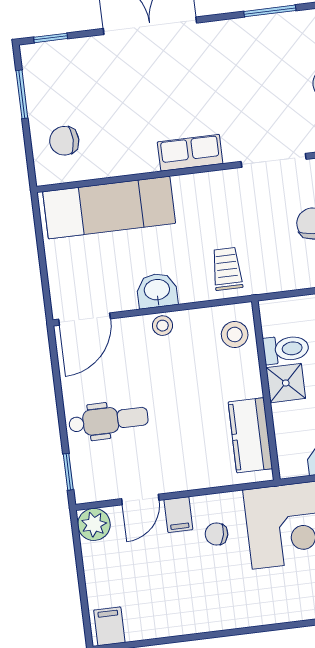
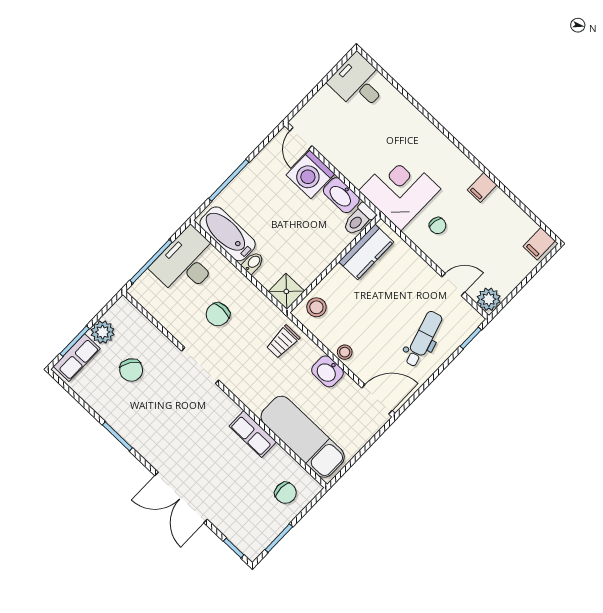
row of seats: (190, 153) -> (253, 434), moved
toilet: (286, 349) -> (359, 219), moved, turned -90
shower: (286, 383) -> (286, 291), moved
dental chair: (108, 420) -> (423, 339), turned 73
filing cabinet: (178, 515) -> (482, 187), moved, turned 180

